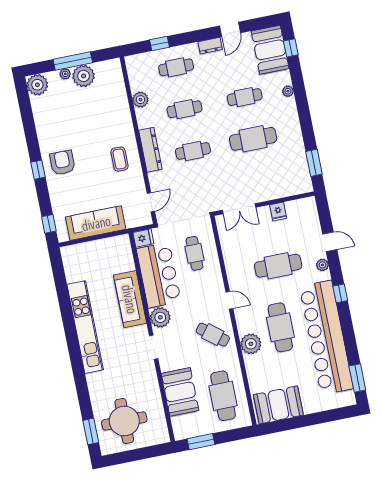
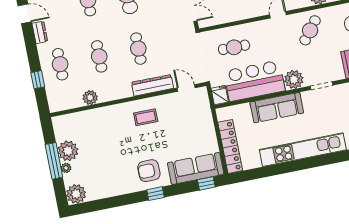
dresser: (150, 150) -> (152, 85), moved
sofa: (96, 223) -> (196, 169), moved, turned 90
locker: (88, 249) -> (230, 146), added

